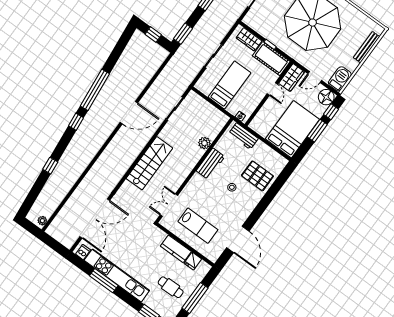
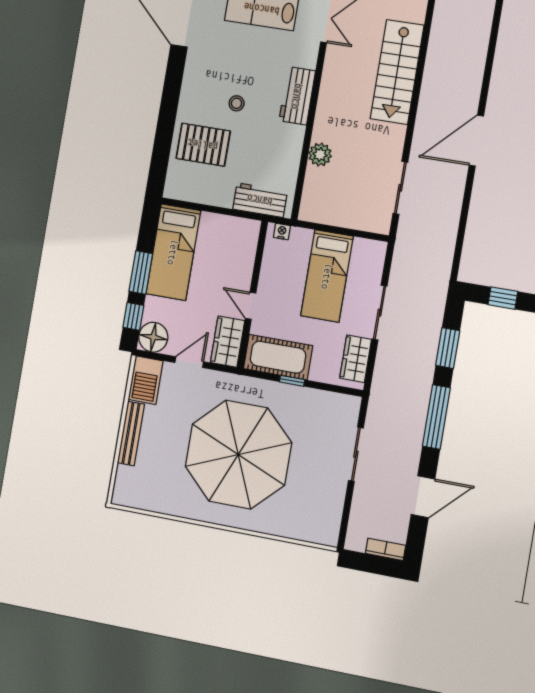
window: (183, 34) -> (448, 348), moved
wardrobe: (249, 39) -> (356, 359), moved, turned -90
bench: (367, 47) -> (131, 434), moved
bed: (292, 129) -> (173, 252), width x0.67
workbench: (210, 164) -> (297, 96), moved

